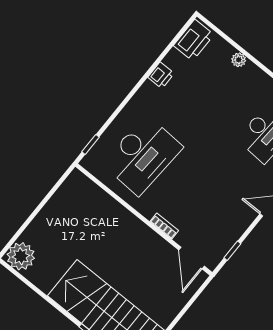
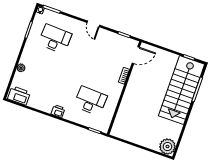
printer: (161, 75) -> (58, 111), moved
desk: (143, 155) -> (90, 101), width x0.73, depth x0.77

